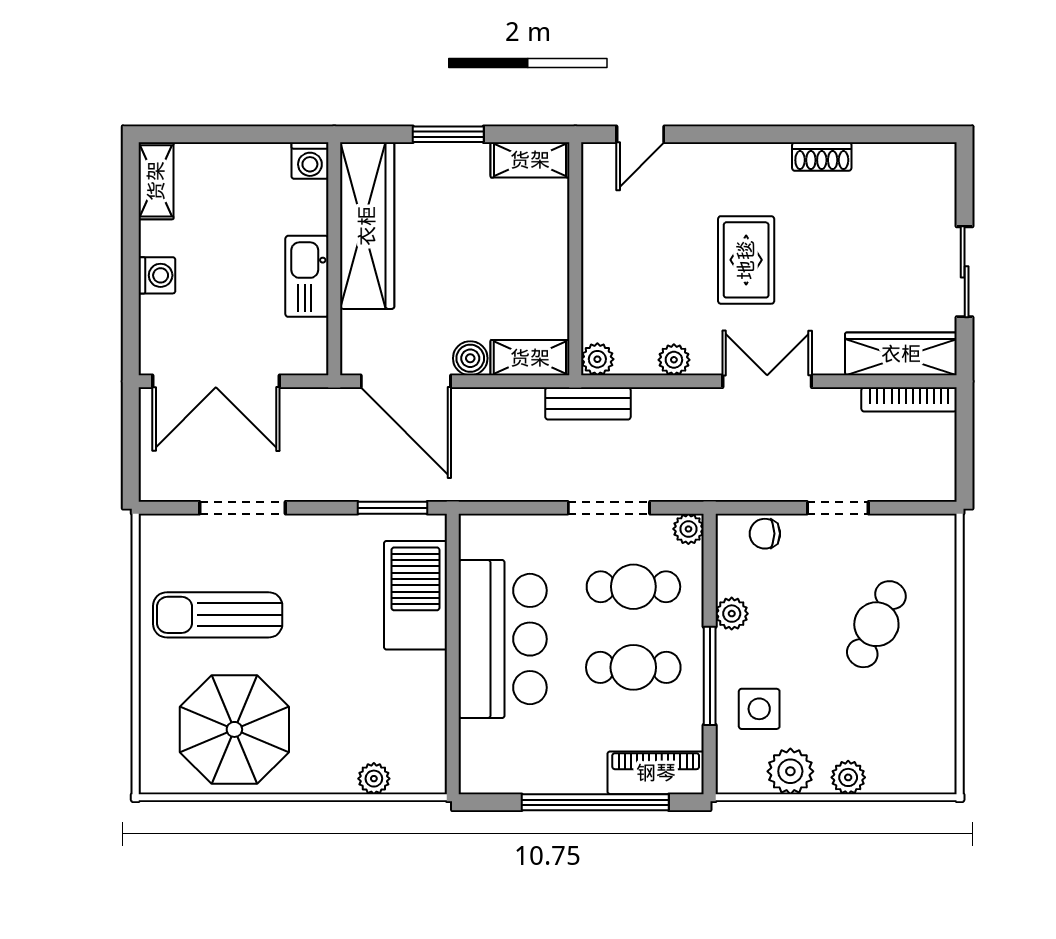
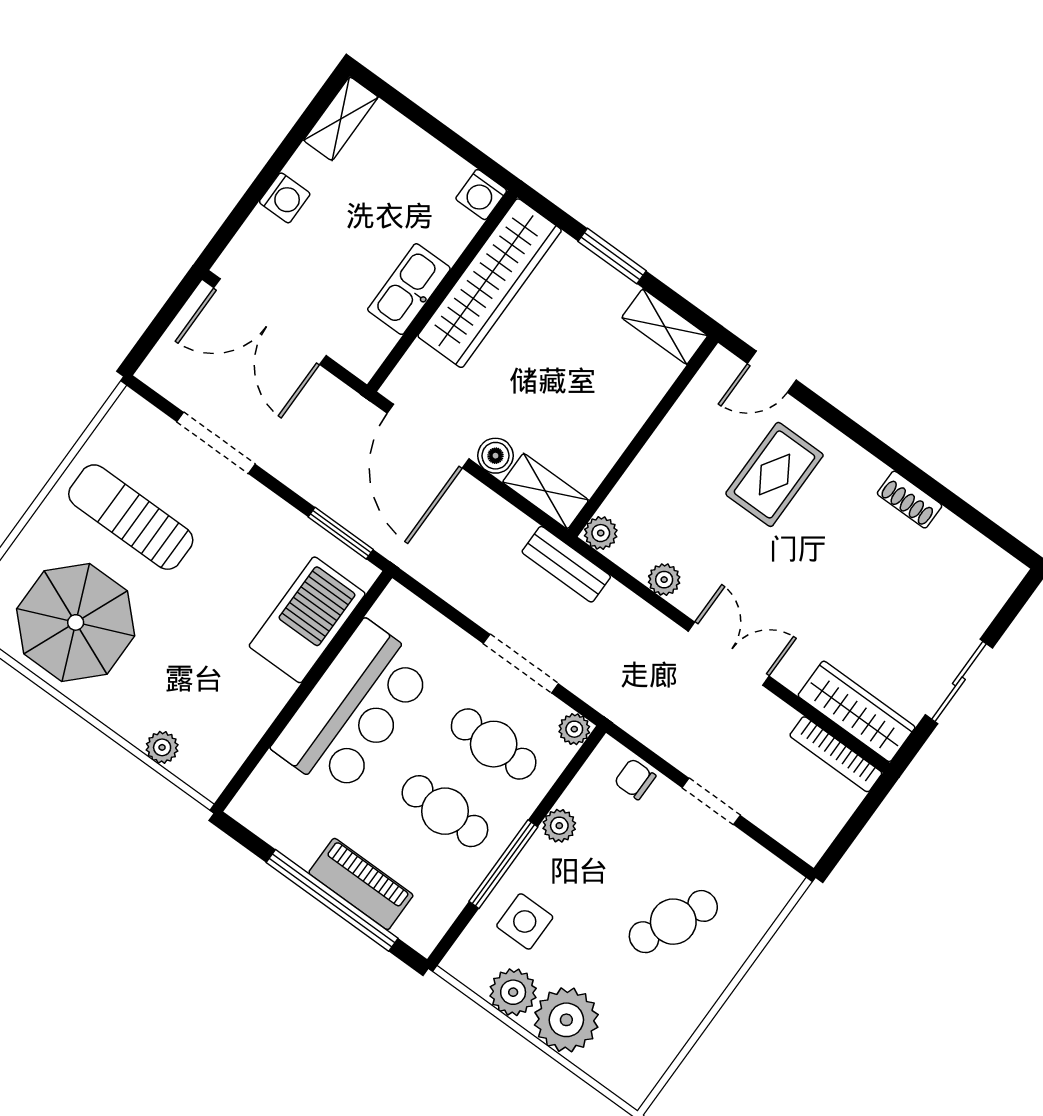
rug: (746, 260) -> (774, 474), moved
piano: (656, 773) -> (361, 884), moved
plant: (848, 777) -> (566, 1020), width x1.88, depth x1.88

